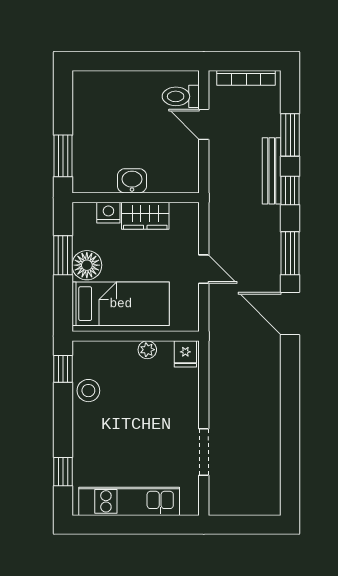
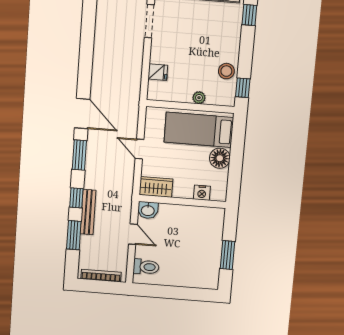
door: (204, 124) -> (133, 234), moved
window: (63, 156) -> (228, 255), moved
washbasin: (132, 181) -> (148, 210), moved
wardrobe: (145, 216) -> (156, 187), moved
window: (63, 255) -> (236, 166), removed
plant: (147, 350) -> (199, 98), moved
fridge: (185, 354) -> (158, 72), moved, turned 90

